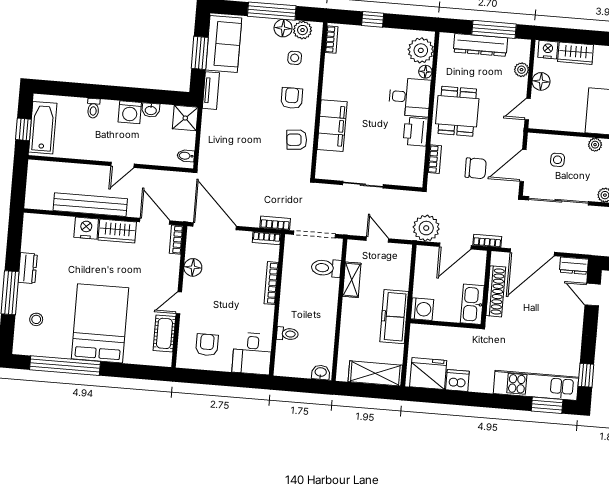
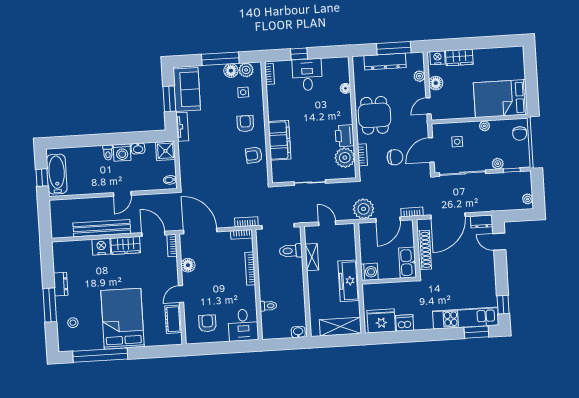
plant: (421, 50) -> (345, 158), moved
desk: (410, 97) -> (307, 75), moved, turned -90
toilet: (93, 108) -> (108, 153), moved

